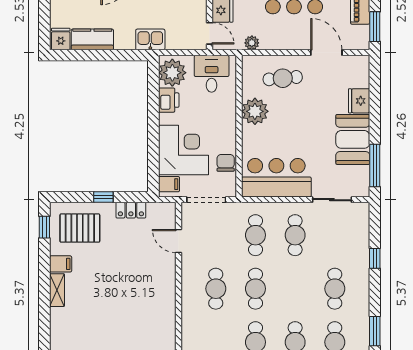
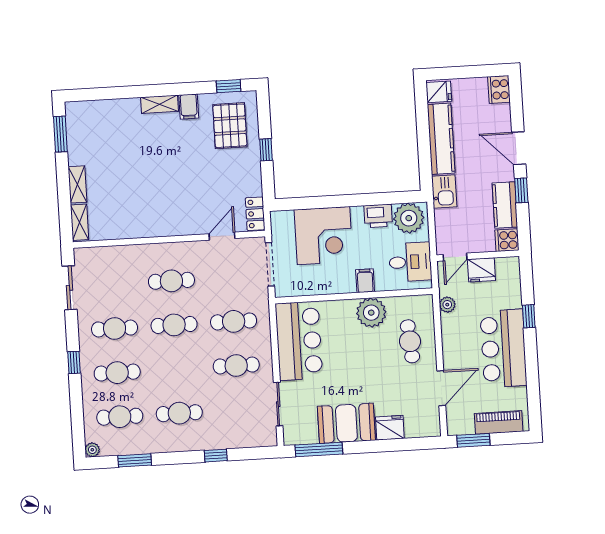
kitchen counter: (92, 39) -> (441, 139), width x1.50
chair: (226, 163) -> (312, 283), removed
filing cabinet: (169, 184) -> (365, 281), moved, turned 180
locker: (131, 210) -> (255, 214), moved

